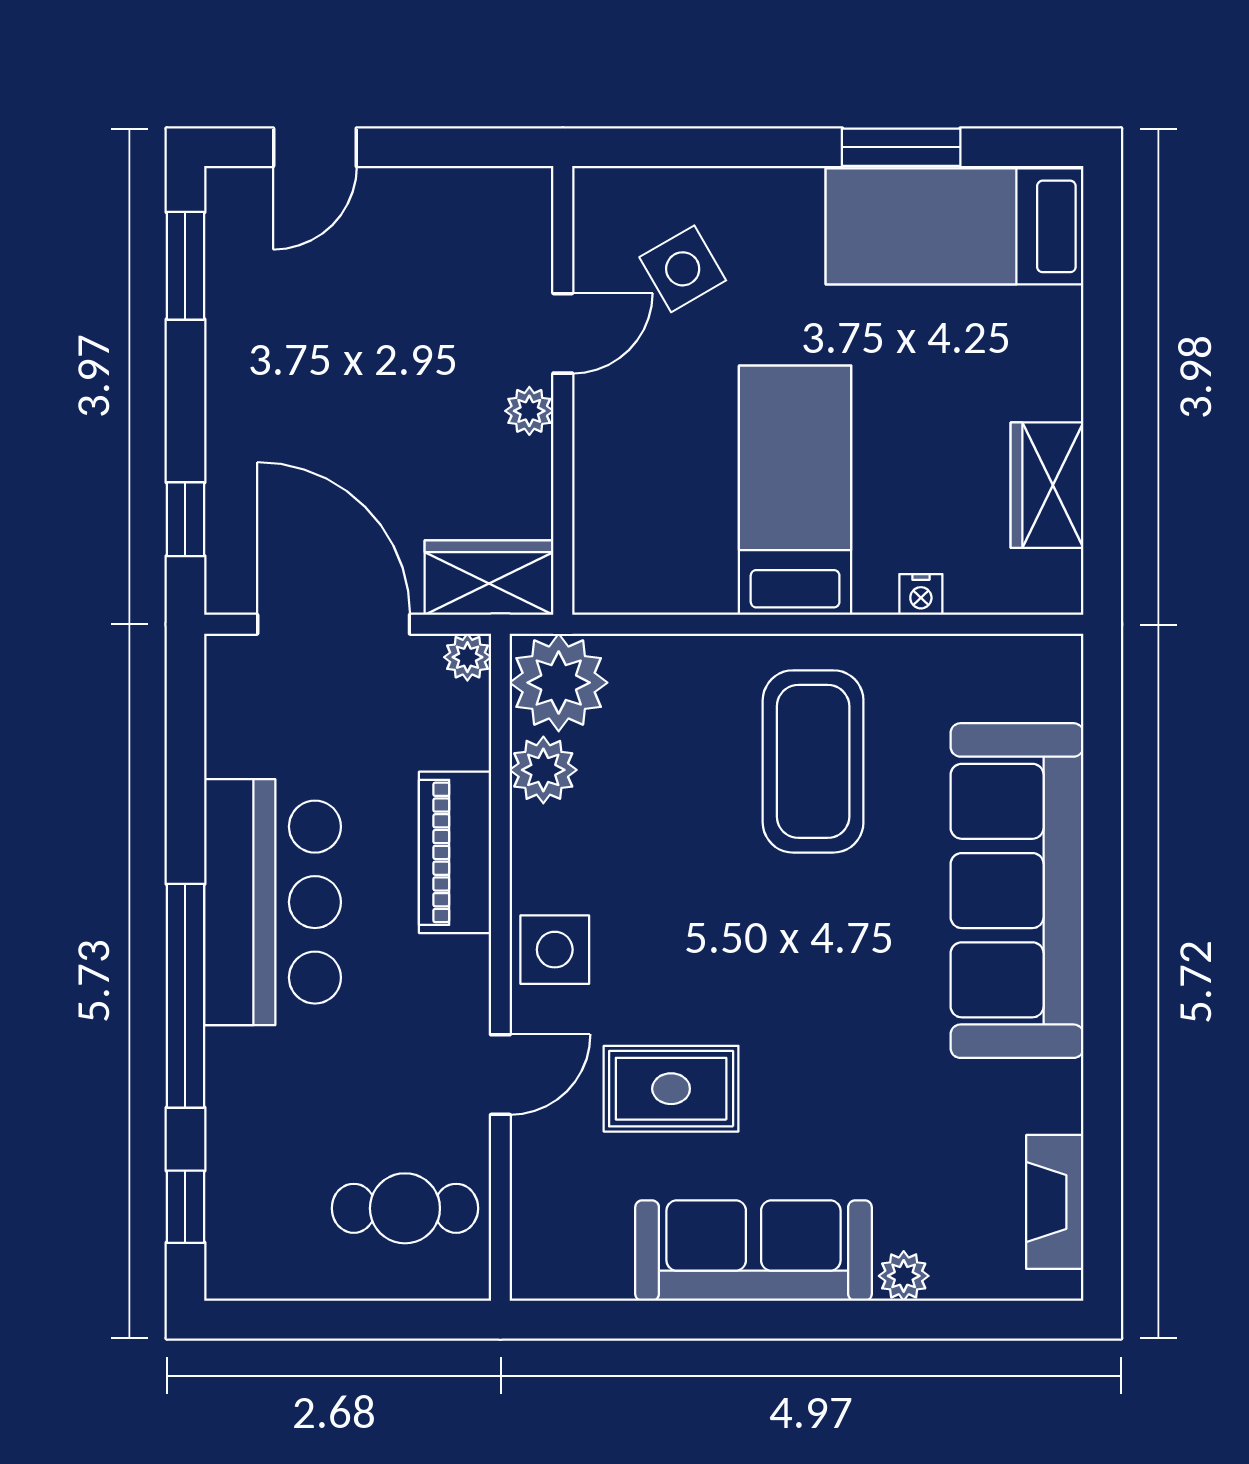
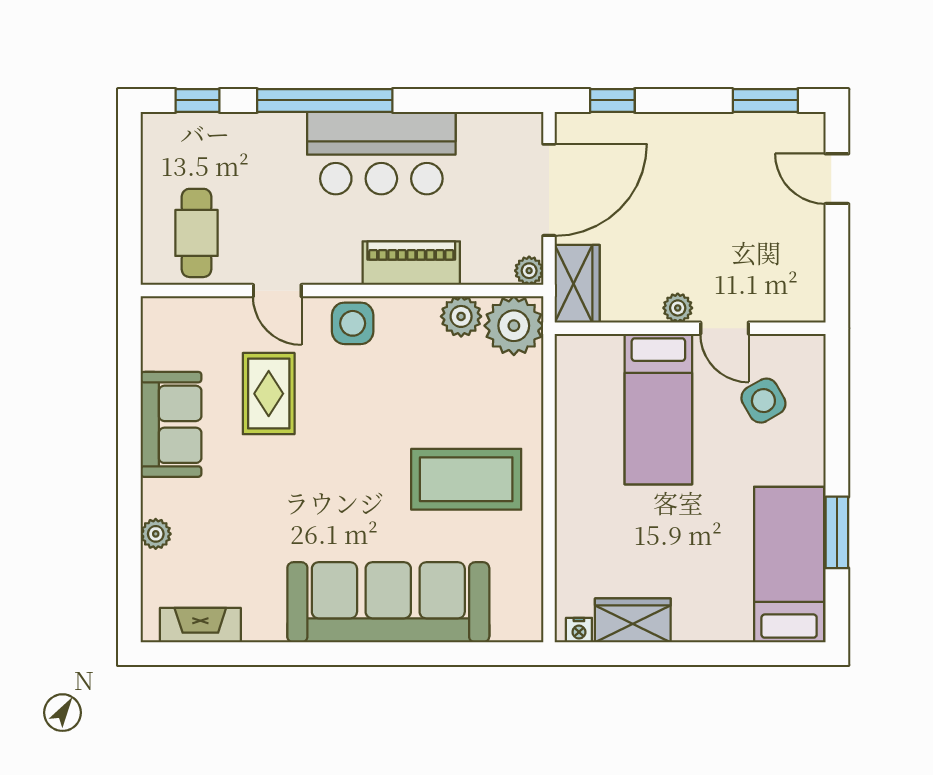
bed: (795, 490) -> (658, 409), moved, turned 90
nightstand: (921, 595) -> (579, 630), moved, turned -90
sofa: (754, 1251) -> (171, 424), width x0.73

